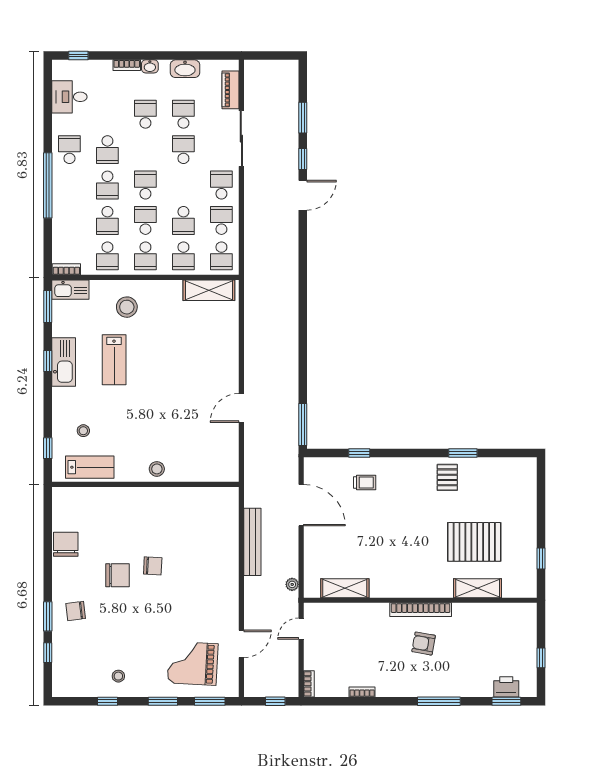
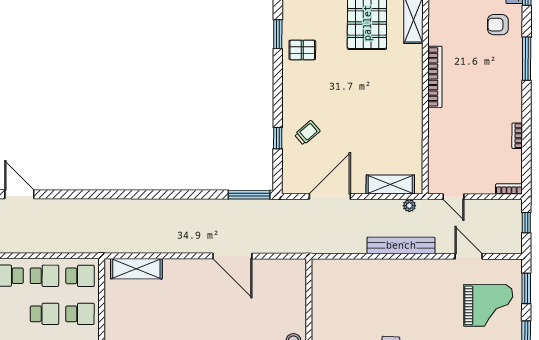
school desk: (221, 220) -> (44, 276), turned 180
shelving: (209, 290) -> (136, 269), moved, turned 90
door: (241, 408) -> (232, 256), width x1.36
trolley: (365, 482) -> (307, 133), turned 49
bench: (252, 542) -> (401, 245), moved
shelving: (345, 588) -> (390, 184), moved, turned 90
armchair: (424, 644) -> (498, 25), moved, turned 80
grand piano: (193, 663) -> (488, 305), turned -93

